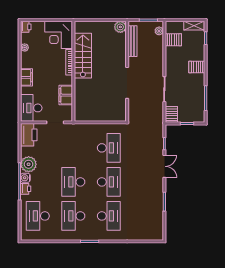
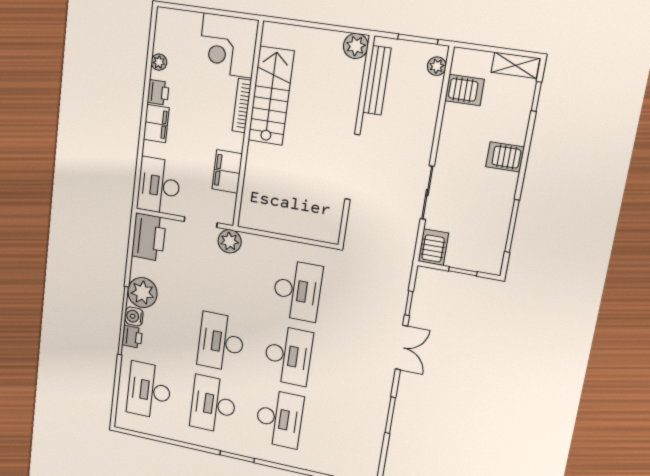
printer: (26, 27) -> (158, 92), moved
plant: (71, 129) -> (230, 241), added

